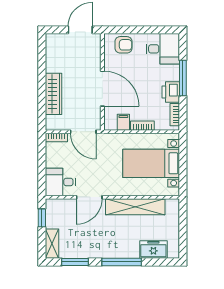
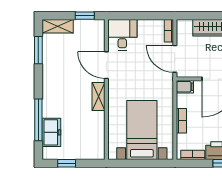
filing cabinet: (123, 122) -> (185, 87), moved
door: (83, 132) -> (175, 59), hinge flipped
shelving: (135, 207) -> (98, 97), width x0.45, depth x0.75
window: (183, 235) -> (67, 163), added
window: (122, 262) -> (38, 120), moved

